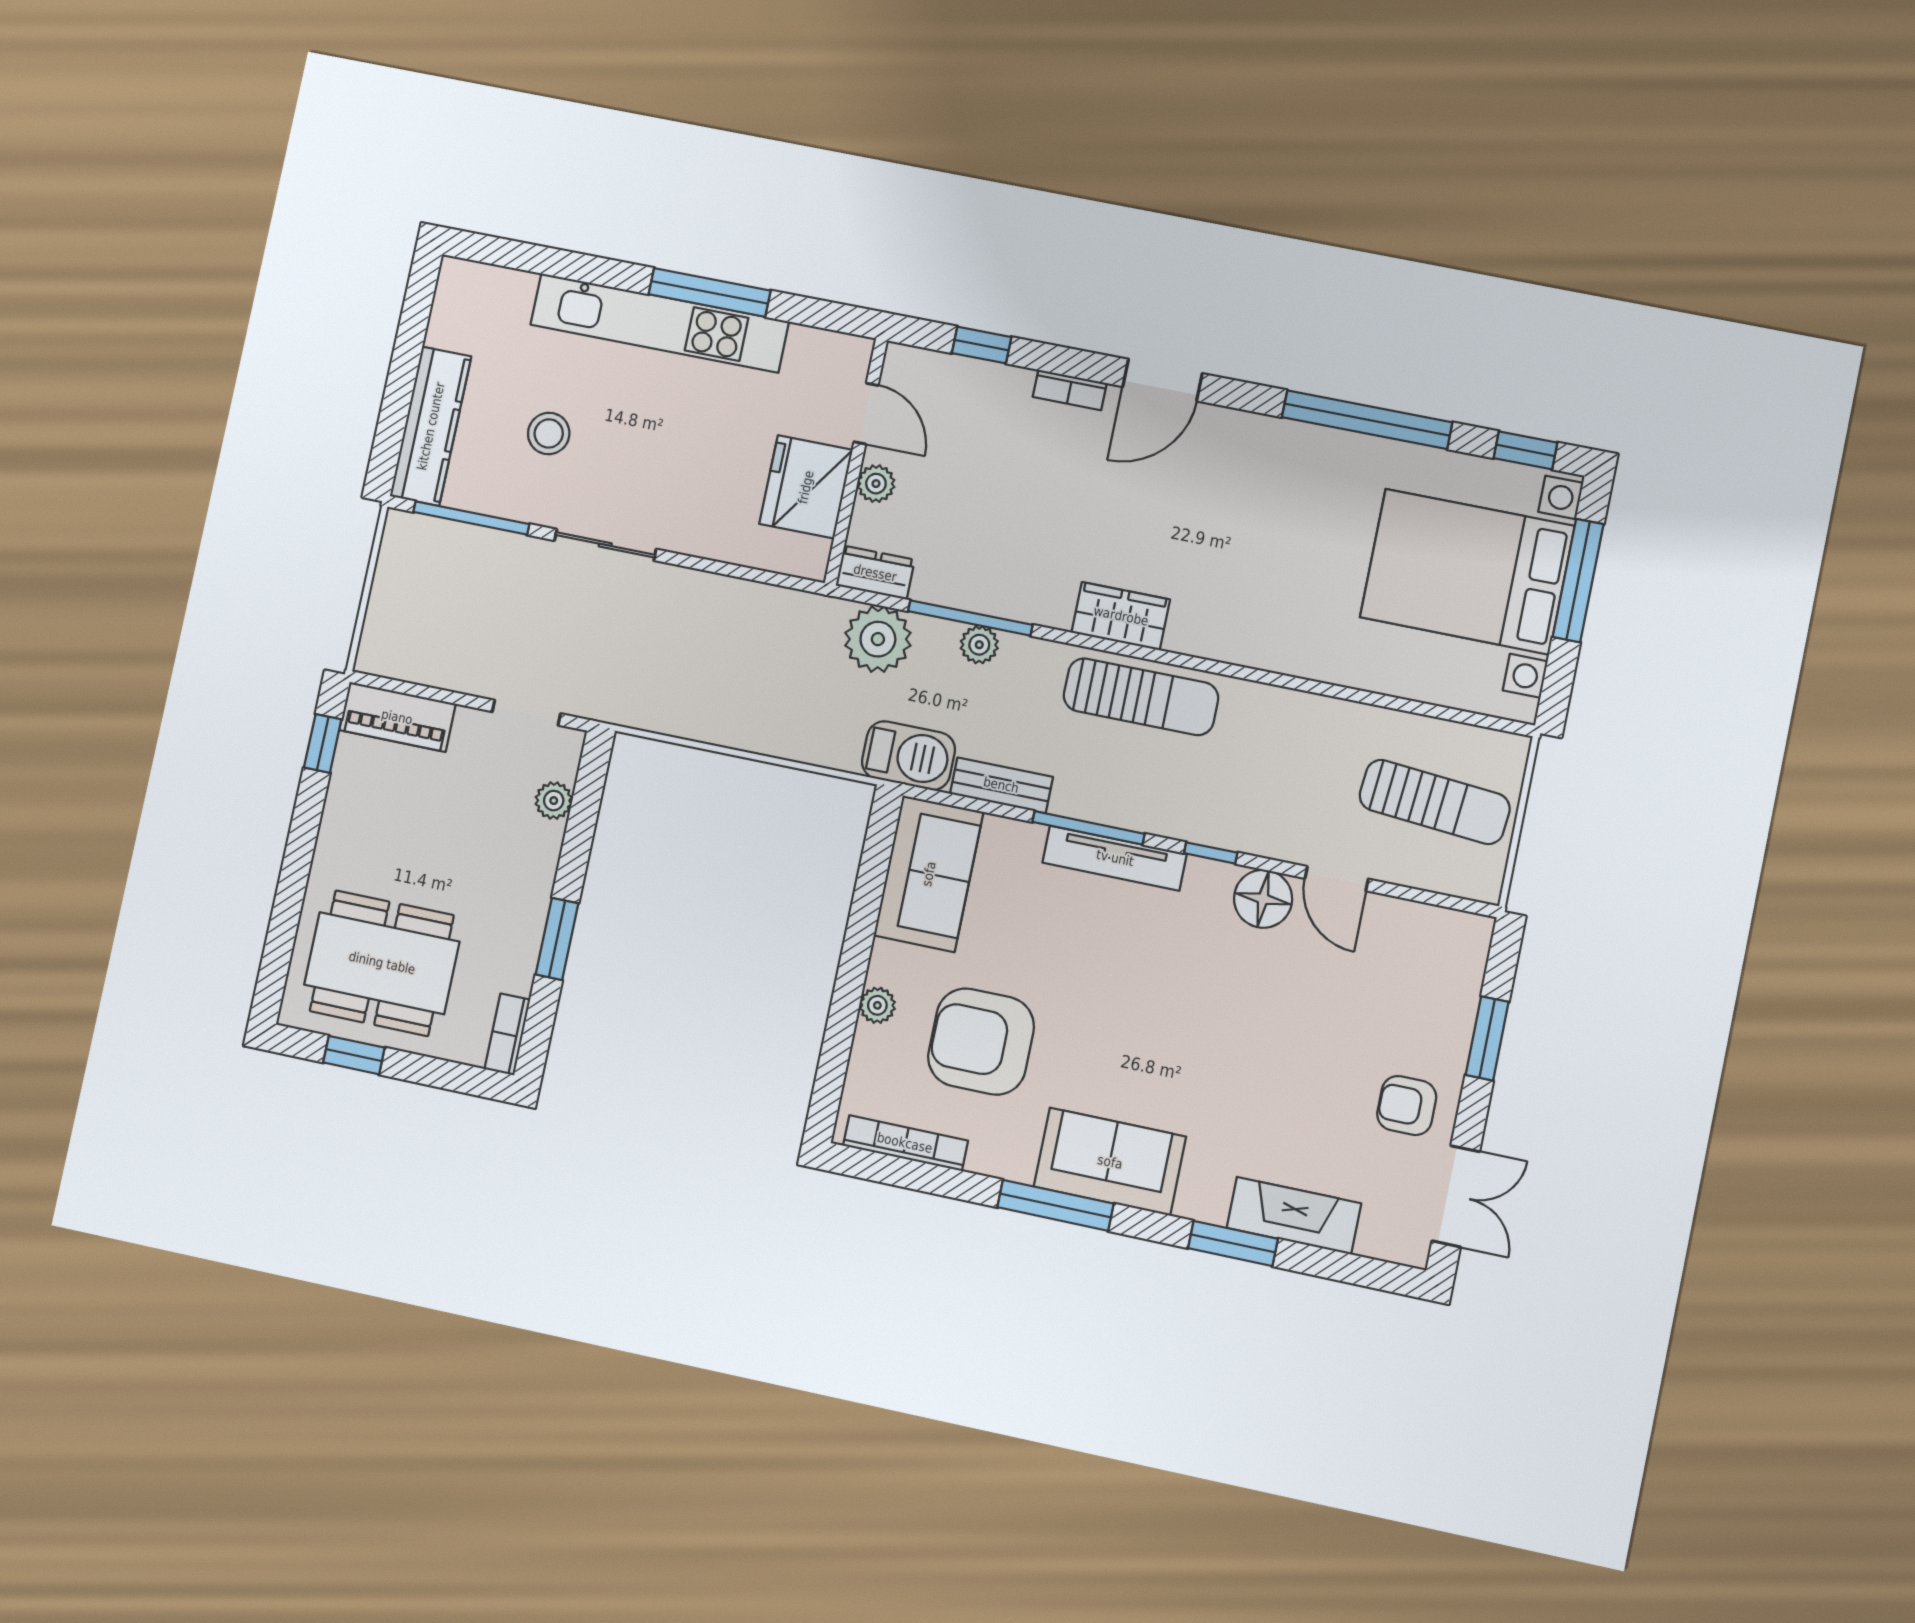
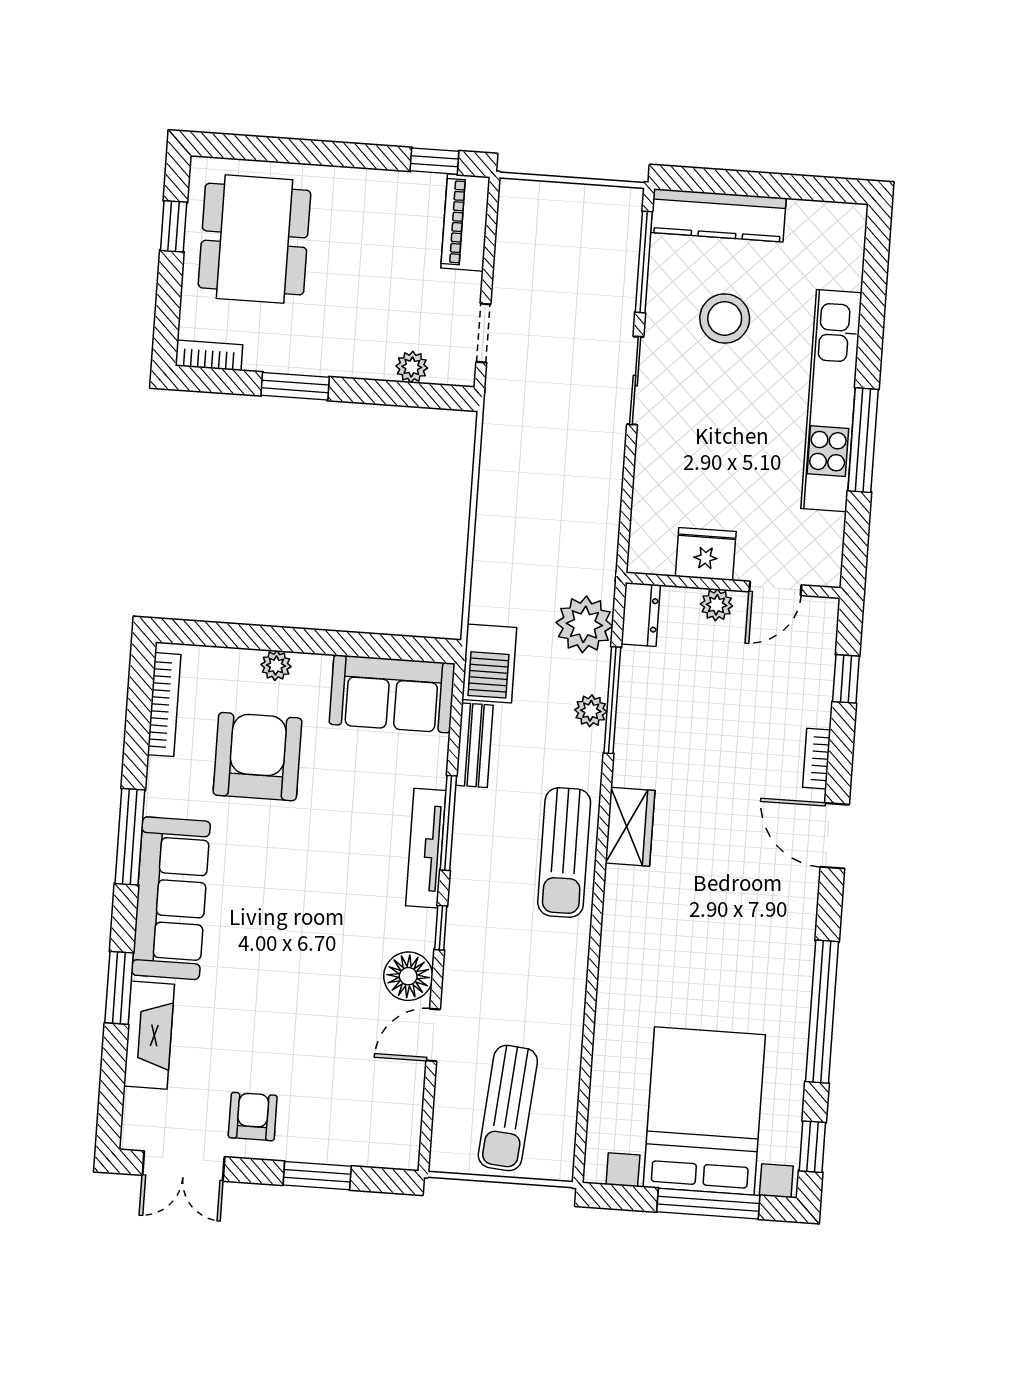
stool: (549, 433) -> (725, 318), width x1.38, depth x1.38
fridge: (806, 487) -> (706, 554), width x0.73, depth x0.75
sofa: (1110, 1162) -> (171, 898), width x1.36

